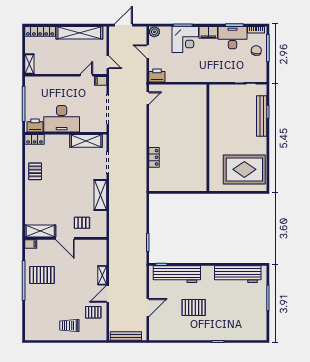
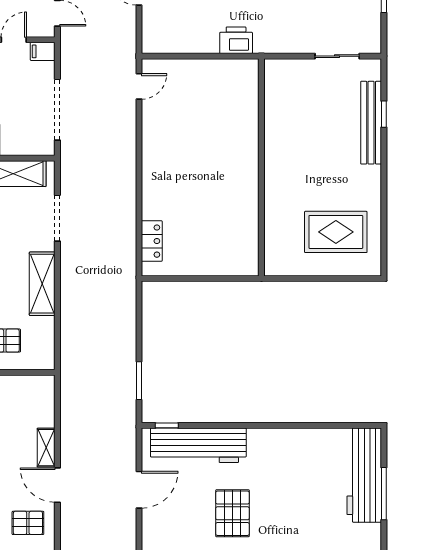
printer: (157, 75) -> (236, 40), moved
locker: (154, 157) -> (152, 241), moved
rug: (244, 169) -> (336, 232), width x0.73, depth x0.69
workbench: (238, 274) -> (364, 475), moved, turned 90
door: (108, 294) -> (57, 485), hinge flipped
door: (148, 308) -> (139, 490), moved
pallet: (194, 308) -> (232, 513), turned 90

